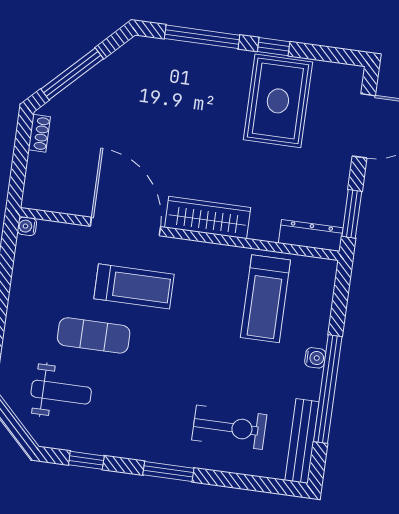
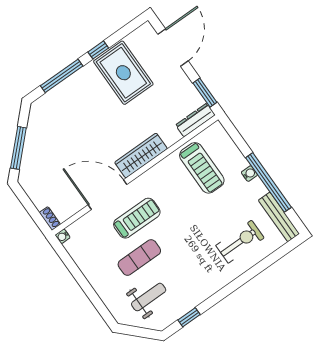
shoe rack: (39, 133) -> (50, 219), moved
window: (168, 472) -> (231, 288), removed

